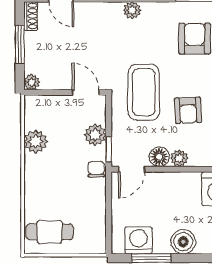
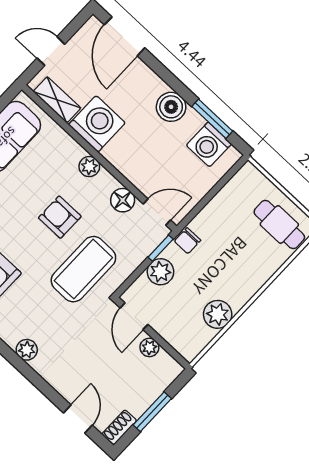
plant: (32, 82) -> (149, 347), moved
armchair: (188, 110) -> (60, 217), turned -87
plant: (179, 158) -> (89, 167), moved

